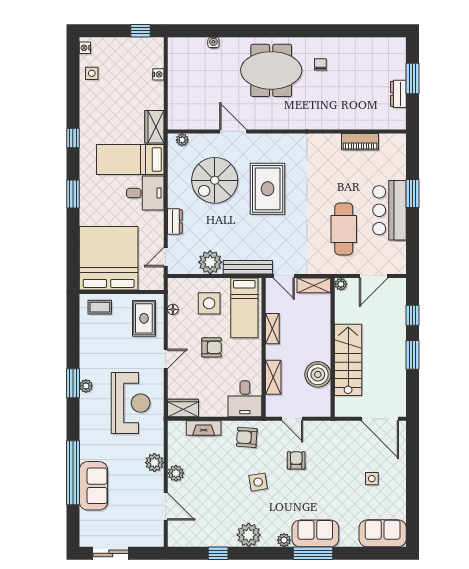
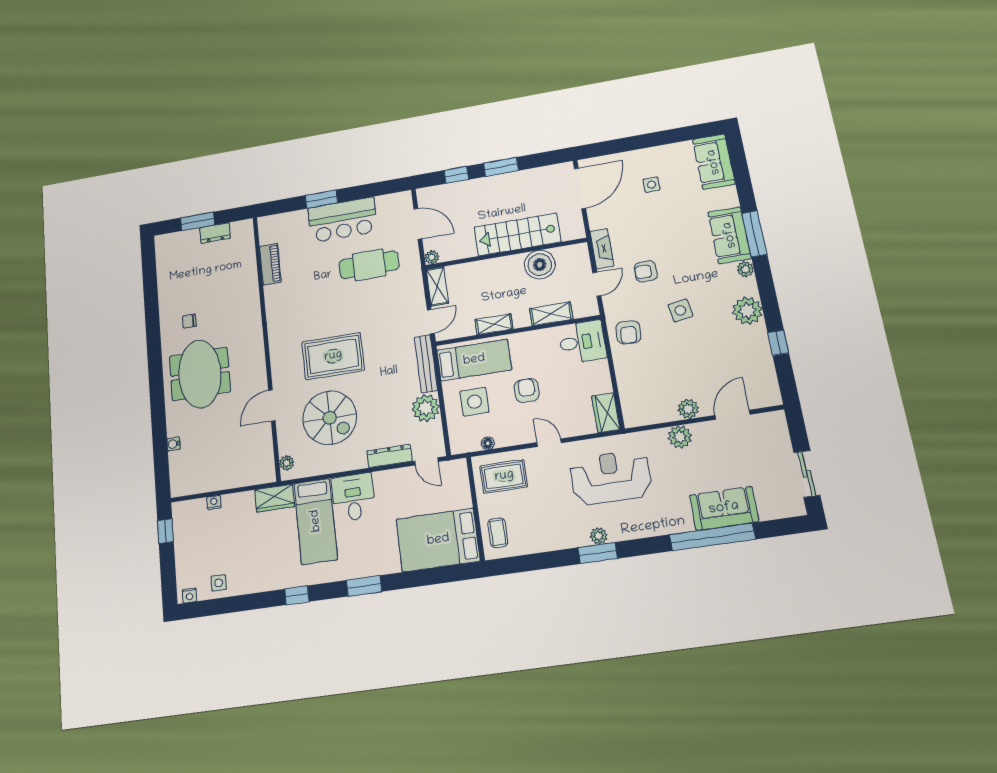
dresser: (175, 222) -> (389, 456), width x1.44
bed: (109, 258) -> (438, 540), width x0.73
fireplace: (204, 428) -> (602, 249), moved

